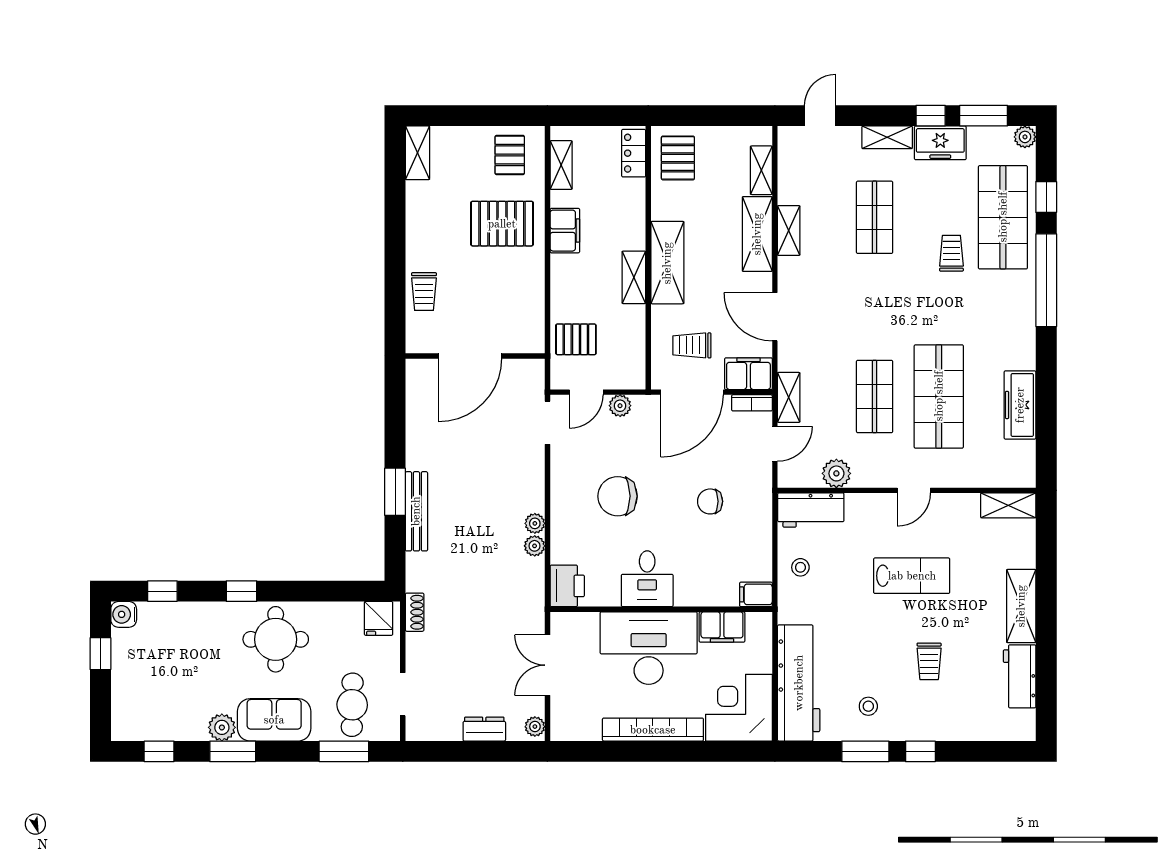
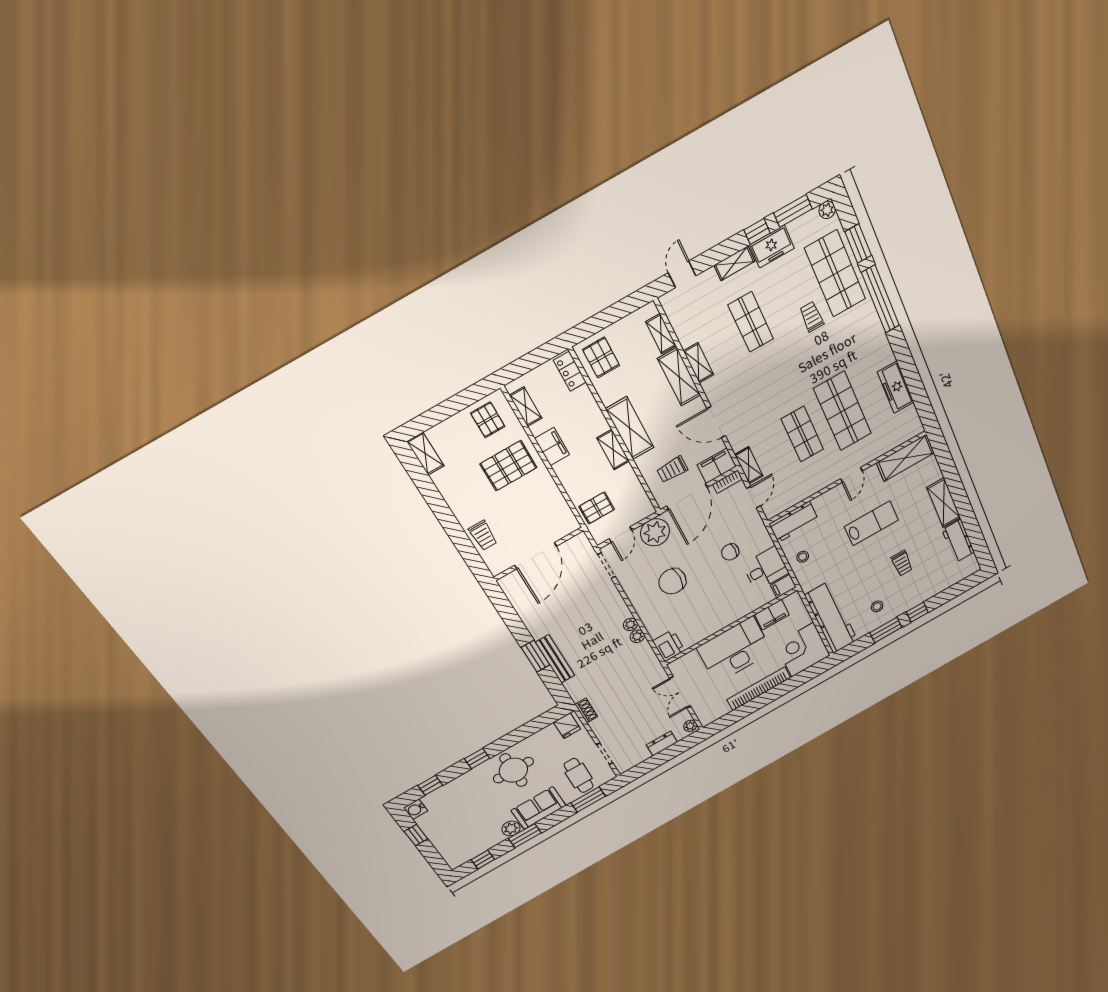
window: (1046, 197) -> (858, 244), width x1.50
plant: (620, 406) -> (655, 532), width x1.88, depth x1.88
plant: (836, 473) -> (800, 492), removed
shelving: (1008, 505) -> (905, 458), width x1.50, depth x1.33
desk: (647, 579) -> (766, 569), moved, turned -90

